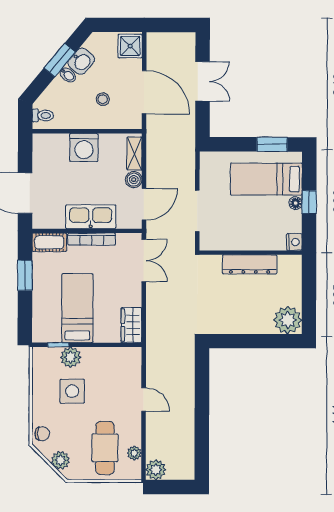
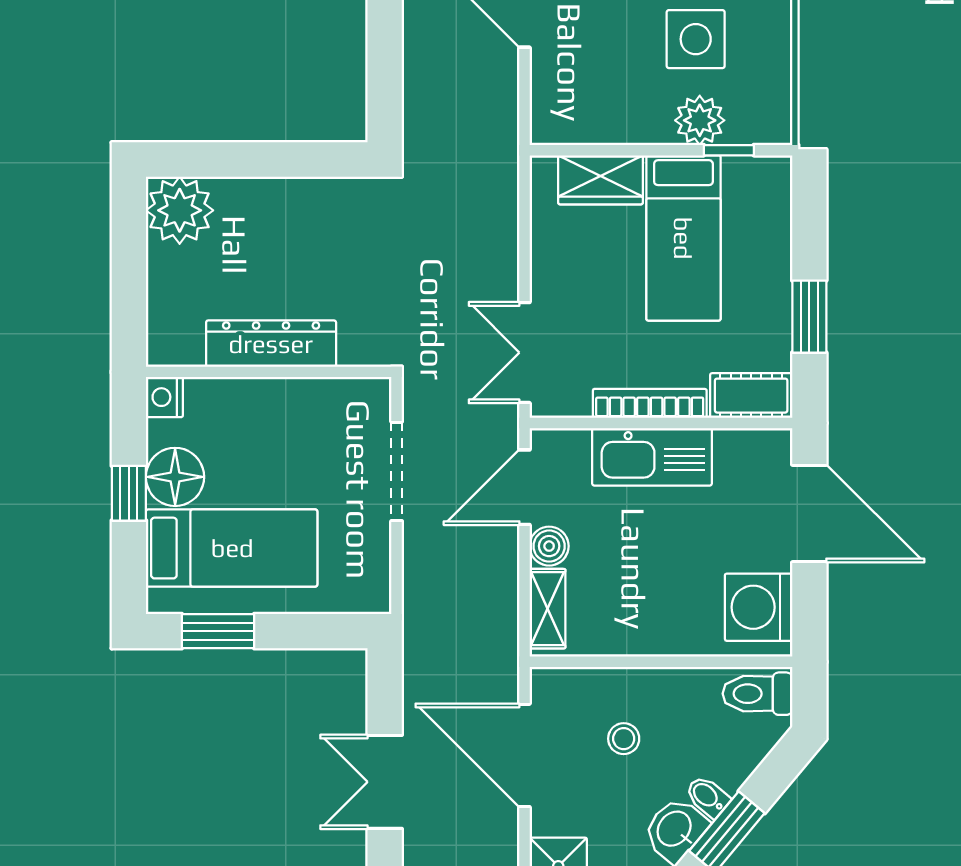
toilet: (43, 115) -> (757, 694), width x1.37, depth x1.39
washing machine: (84, 147) -> (759, 607), moved, turned -90
floor lamp: (296, 203) -> (175, 477), width x1.89, depth x1.89
wardrobe: (131, 325) -> (601, 180), moved, turned 90

